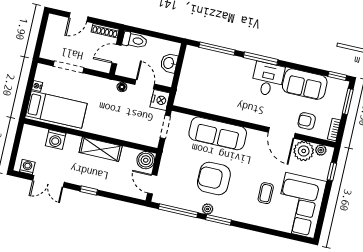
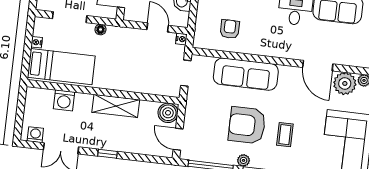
floor lamp: (122, 87) -> (100, 29), moved
nightstand: (160, 100) -> (181, 39), width x0.53, depth x0.56
armchair: (307, 121) -> (230, 29), moved, turned 90
coffee table: (266, 193) -> (285, 135), moved

